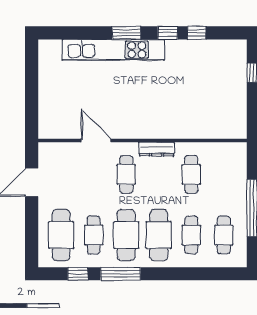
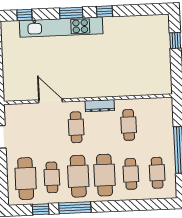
window: (197, 33) -> (24, 15), moved

